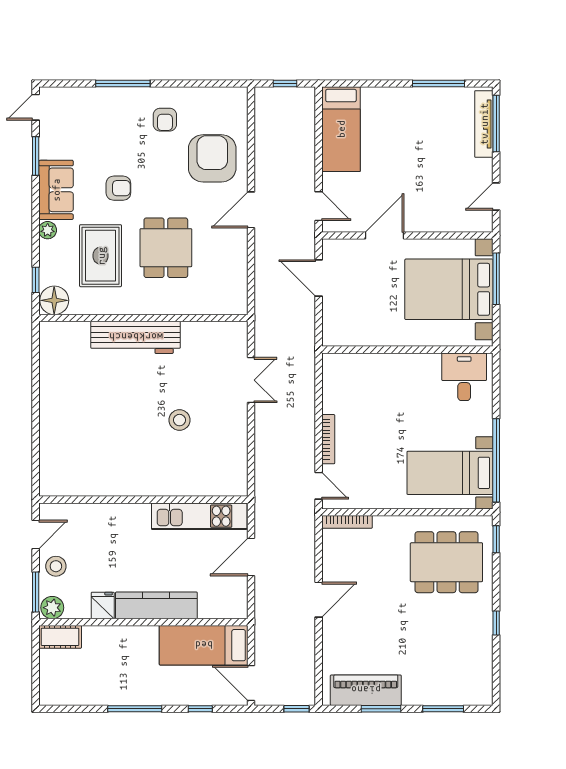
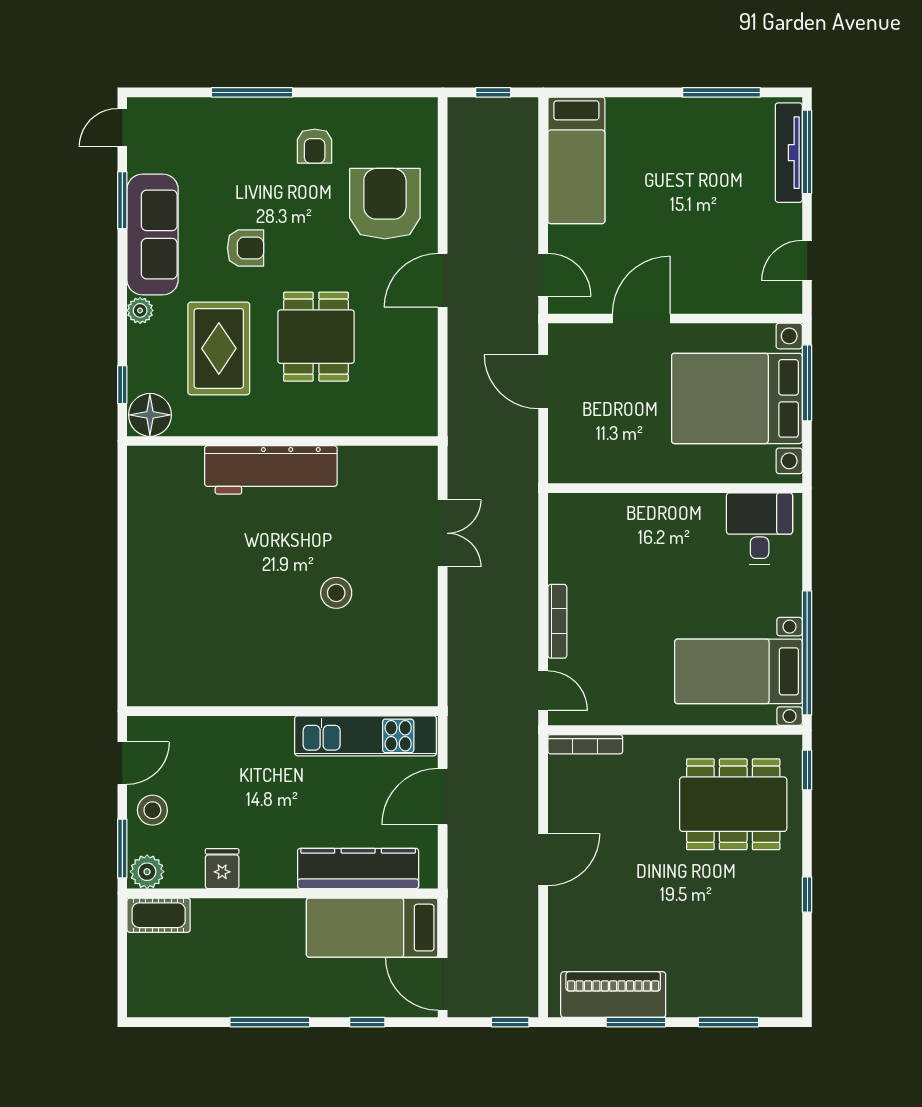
sofa: (56, 190) -> (153, 235), width x1.36
kitchen counter: (156, 605) -> (358, 868), moved

